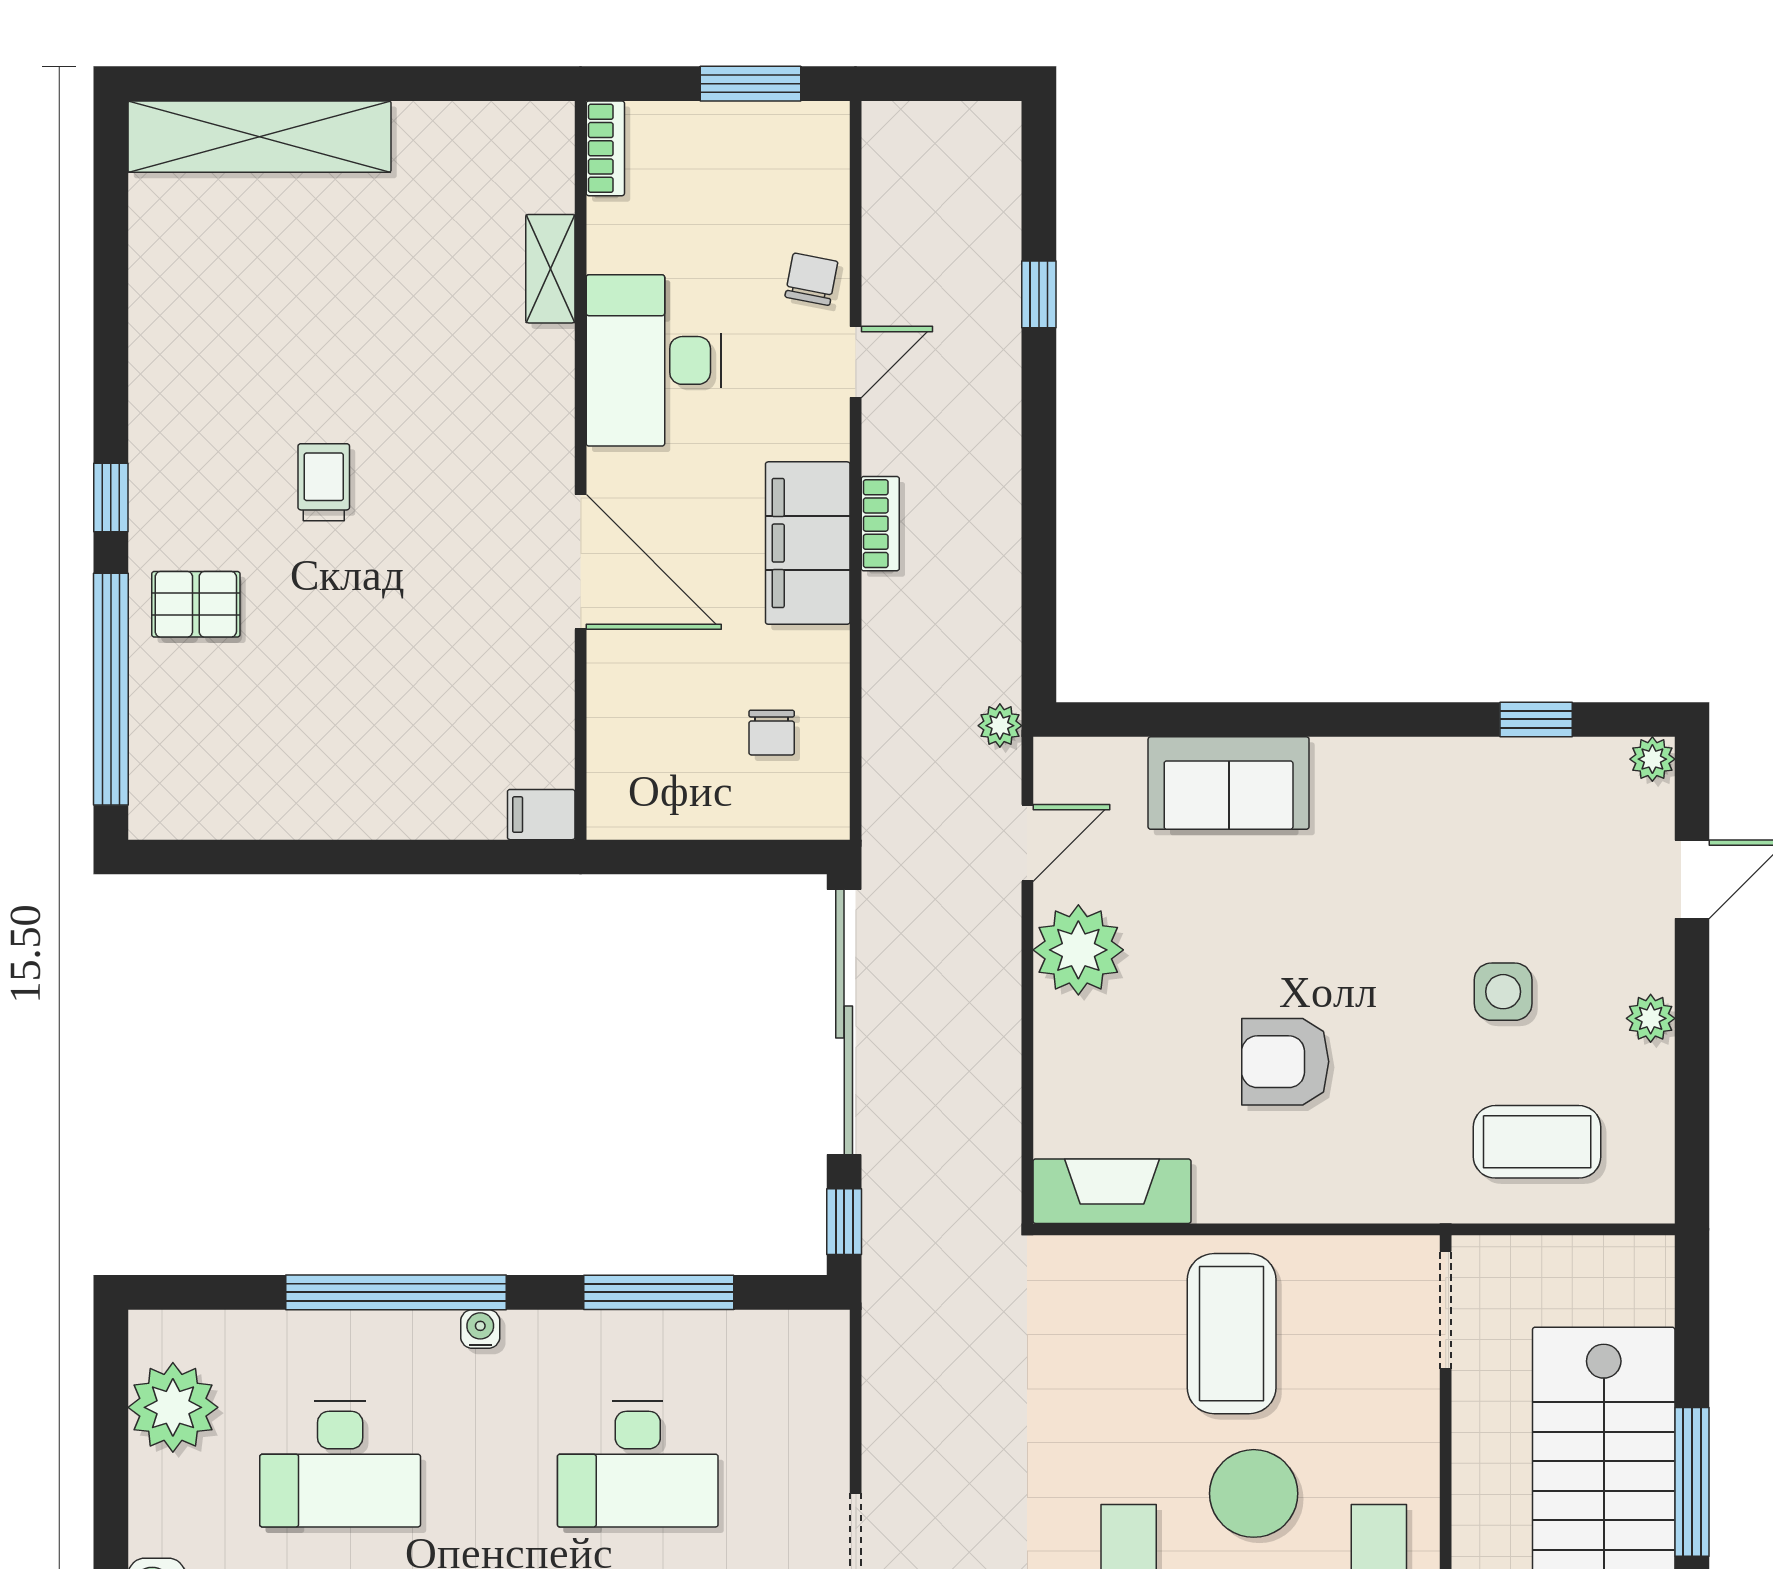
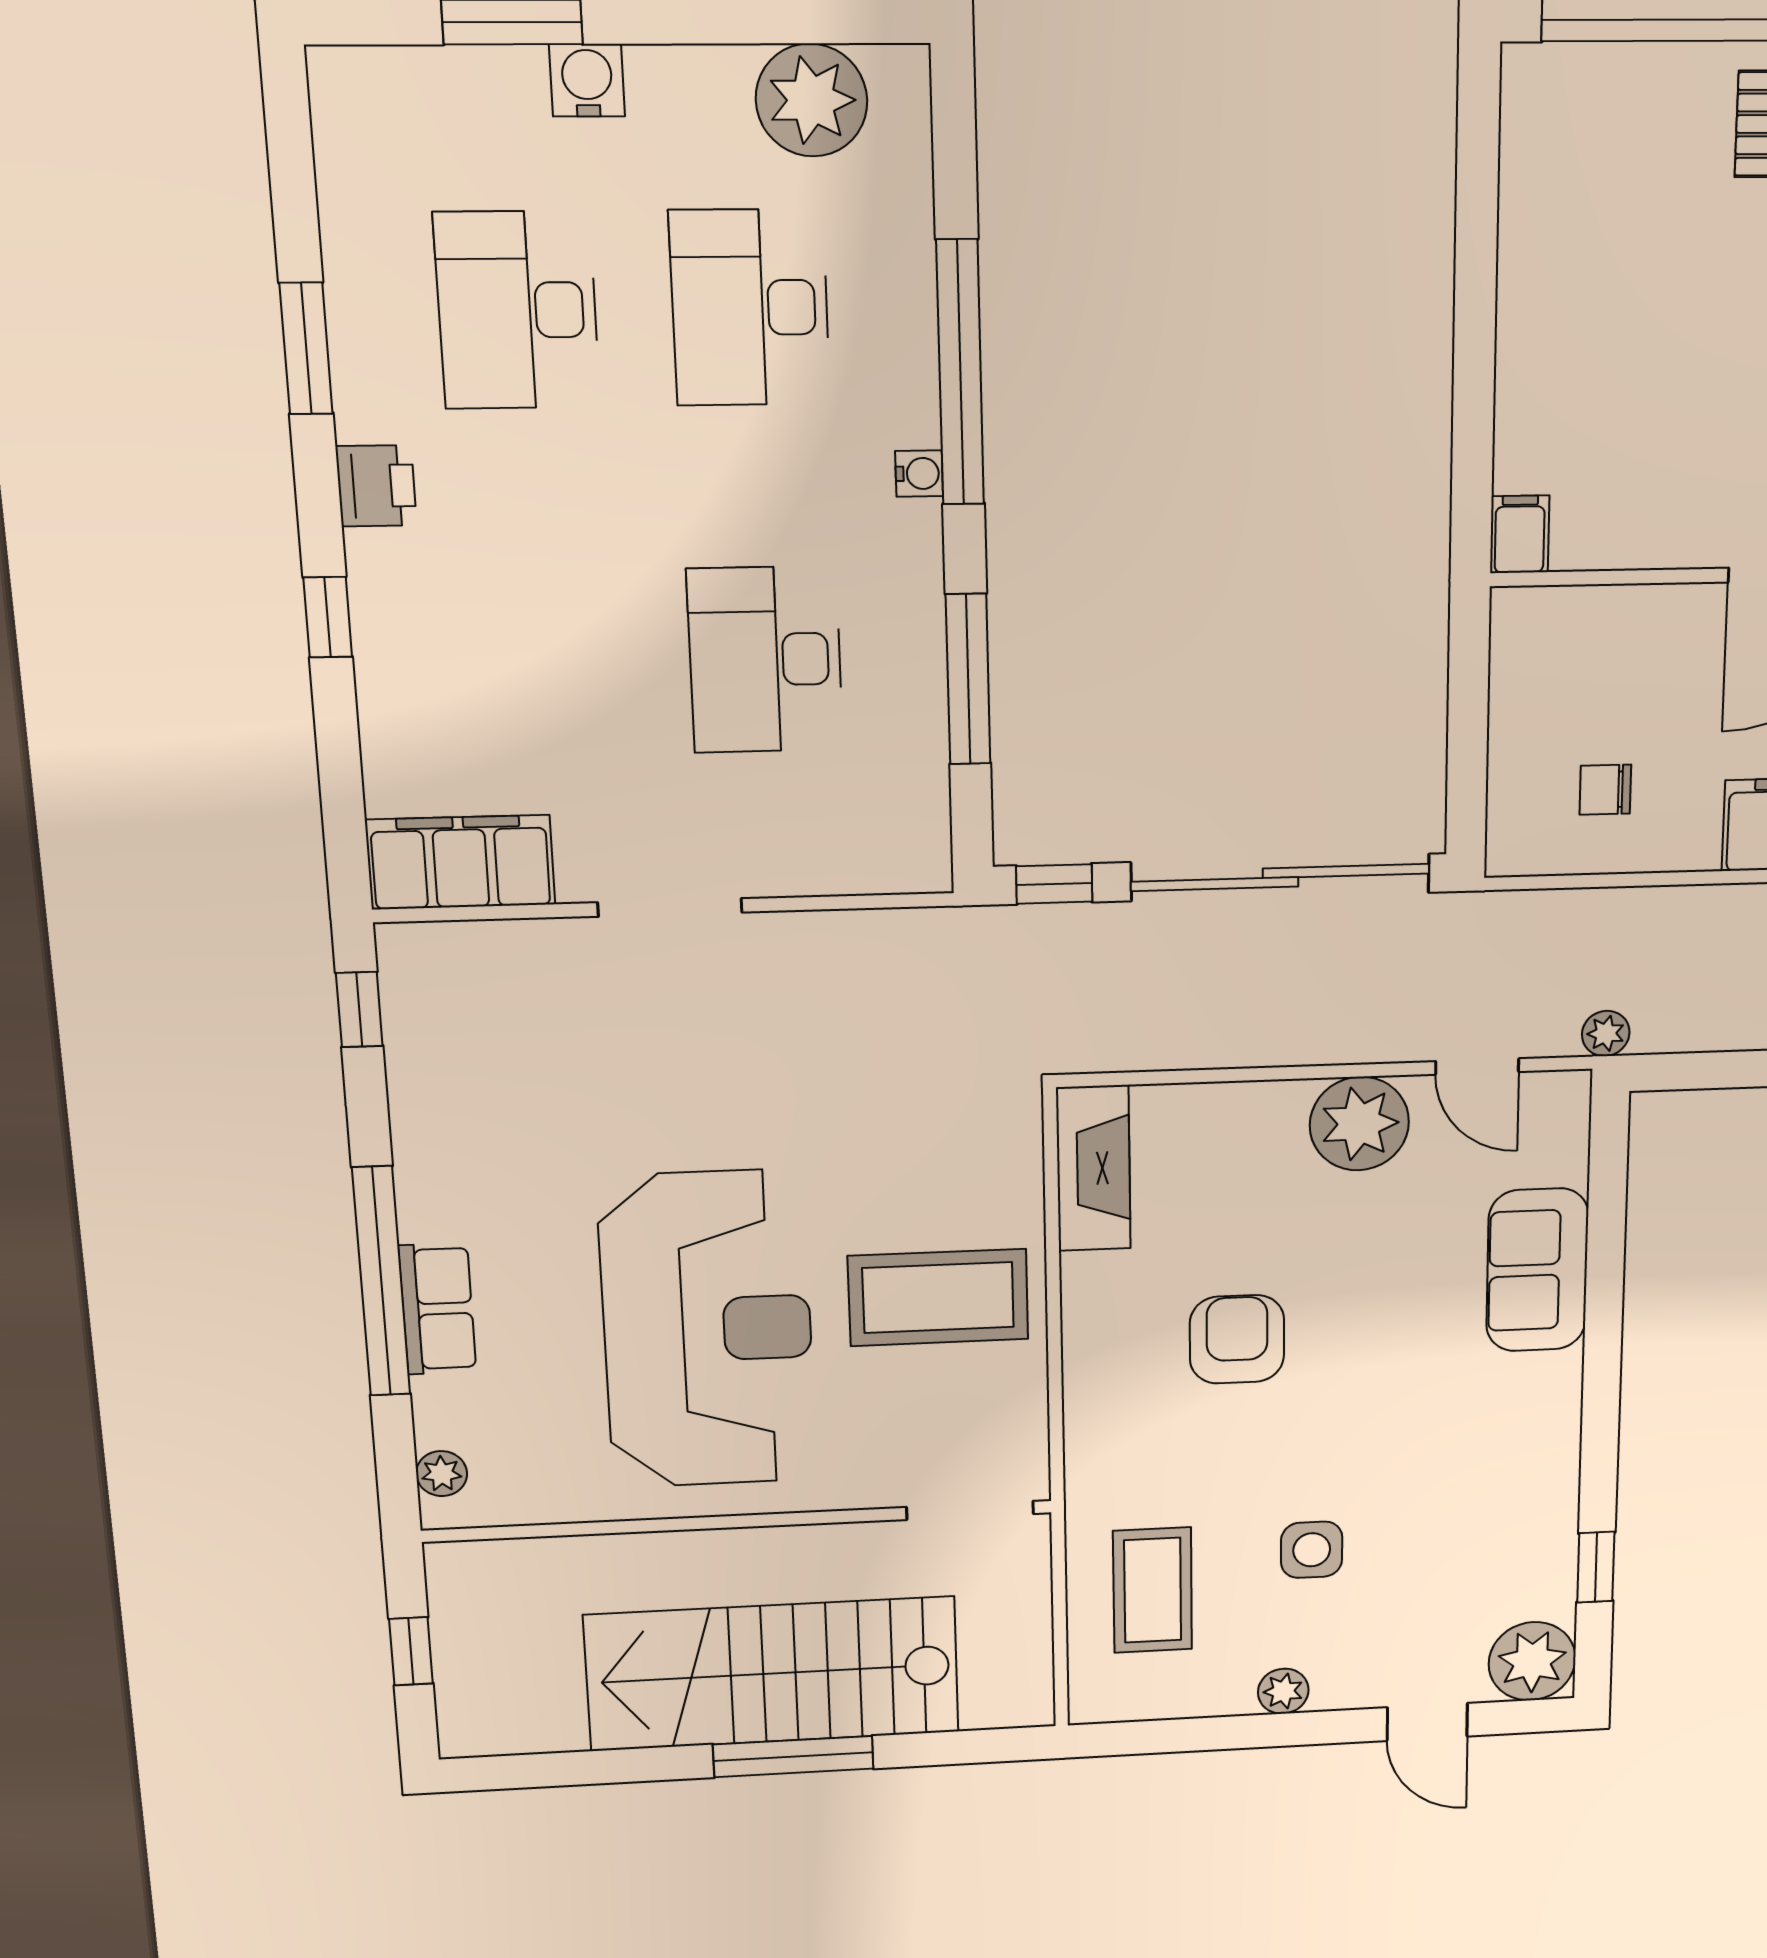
plant: (1652, 759) -> (1532, 1661), width x1.87, depth x1.87

